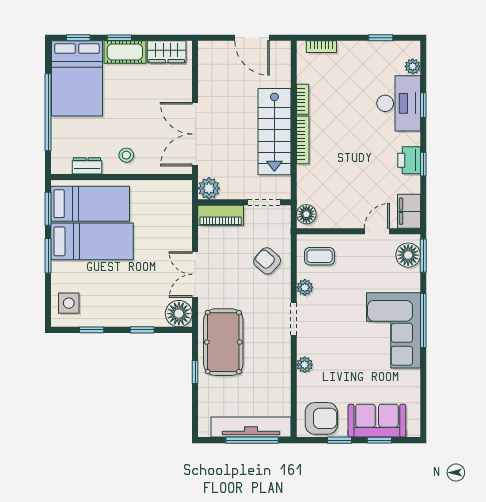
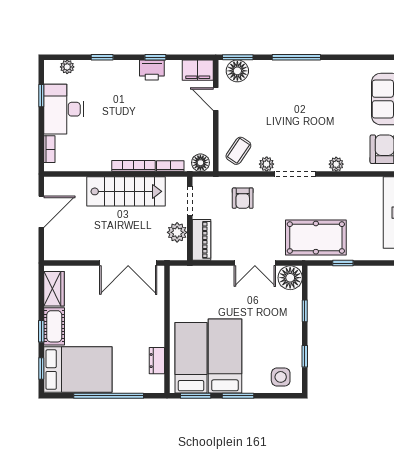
bookcase: (303, 99) -> (170, 166), moved
desk: (399, 103) -> (64, 109), moved, turned -90
stool: (126, 155) -> (147, 325), removed
plant: (209, 188) -> (177, 232), moved
coffee table: (320, 256) -> (238, 151), turned 34
armchair: (267, 261) -> (243, 198), turned -41
doorway: (294, 319) -> (295, 174), width x1.38
corner sofa: (394, 330) -> (305, 84), removed

